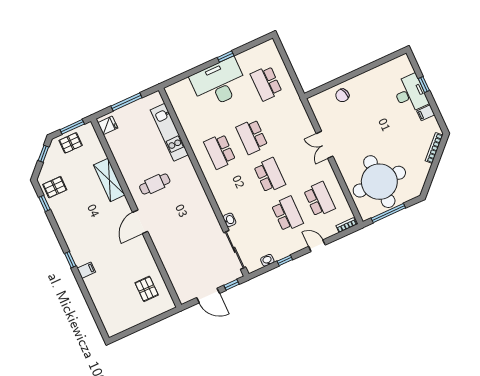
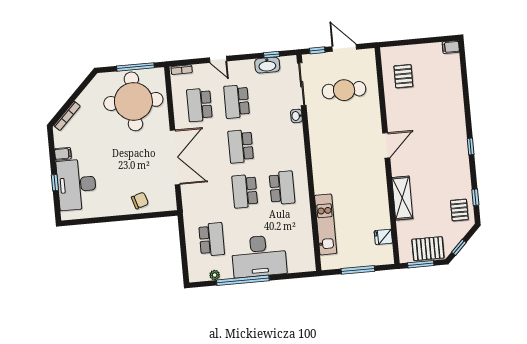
plant: (252, 52) -> (215, 275), added
window: (226, 57) -> (243, 280), width x3.17
desk: (410, 94) -> (76, 185), width x1.36, depth x1.30
fridge: (108, 125) -> (383, 237), moved
school desk: (252, 137) -> (245, 191), turned 180
pallet: (71, 143) -> (428, 249), width x1.50, depth x1.42
double door: (325, 145) -> (175, 157), width x1.87
cafe table: (155, 184) -> (344, 90), moved, width x1.37, depth x1.35
pallet: (55, 187) -> (459, 210), turned 90
window: (70, 260) -> (471, 146), moved
washbasin: (267, 260) -> (267, 65), width x1.91, depth x1.45
window: (285, 260) -> (271, 55), moved
filing cabinet: (86, 270) -> (451, 47), moved

